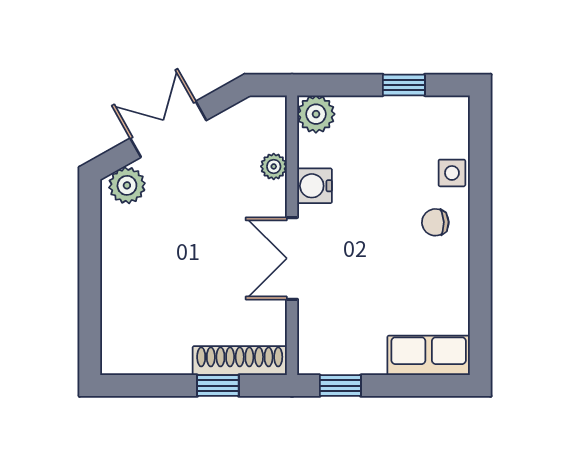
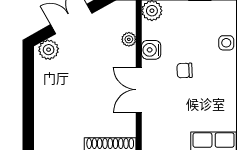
chair: (435, 222) -> (185, 70), moved

